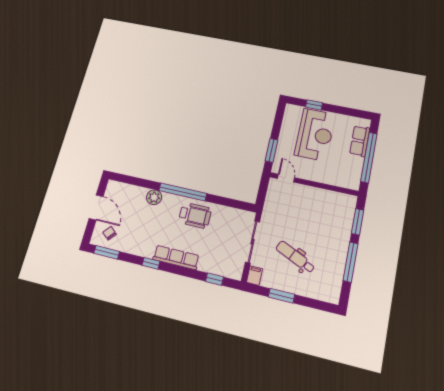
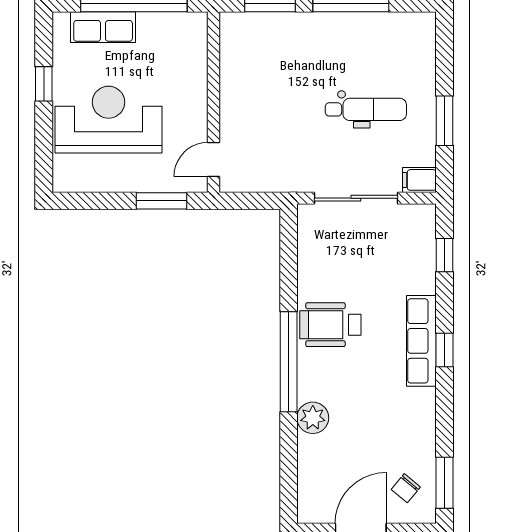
window: (314, 105) -> (44, 84), moved
wheelchair: (195, 215) -> (330, 325), turned -90
dental chair: (295, 257) -> (366, 109), turned -114
window: (151, 263) -> (444, 350), moved

